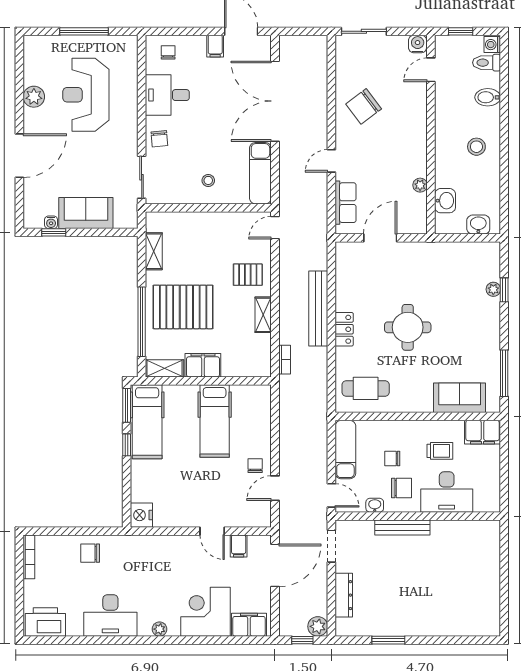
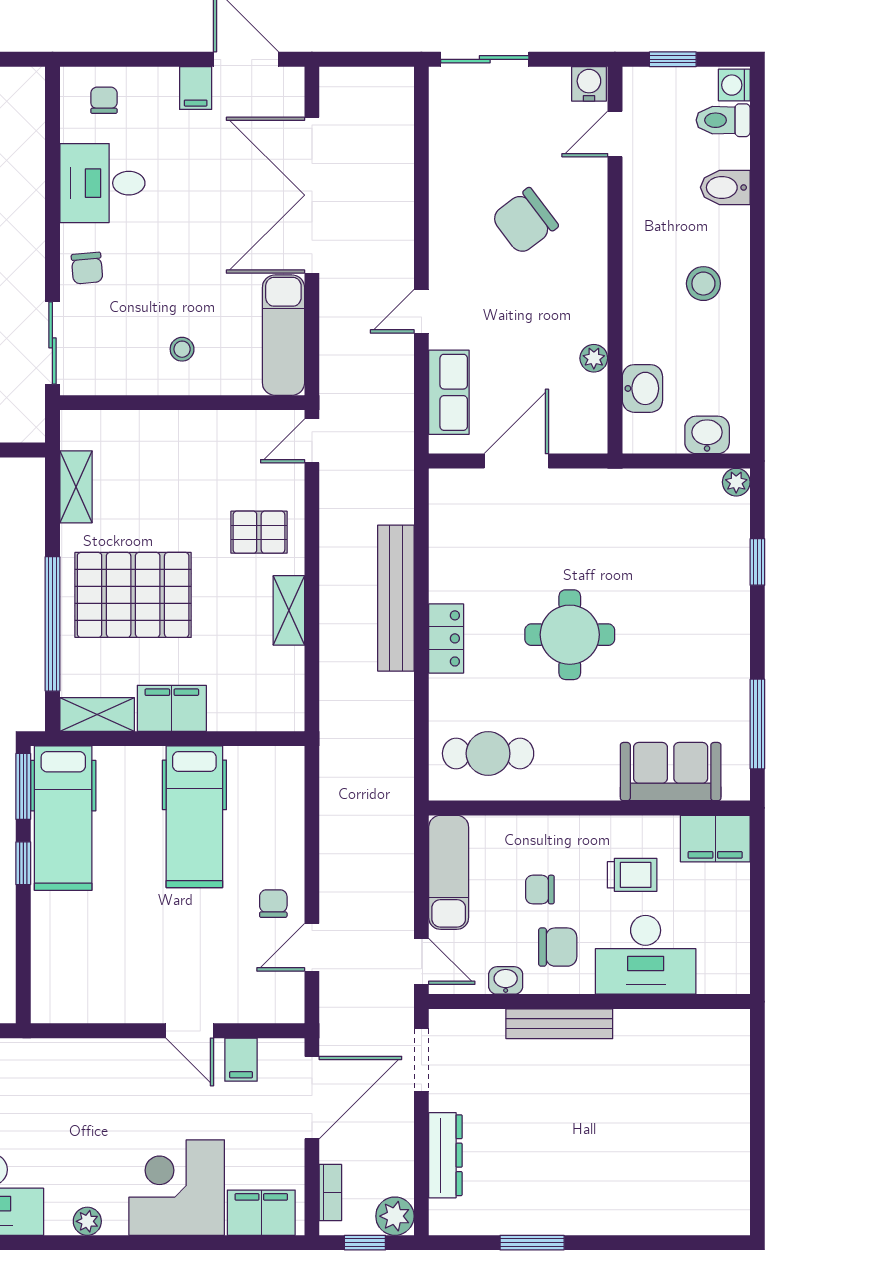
chair: (364, 106) -> (525, 221), moved
plant: (493, 289) -> (736, 482), moved
bookcase: (285, 360) -> (330, 1193), moved
nightstand: (141, 515) -> (52, 1000), removed

